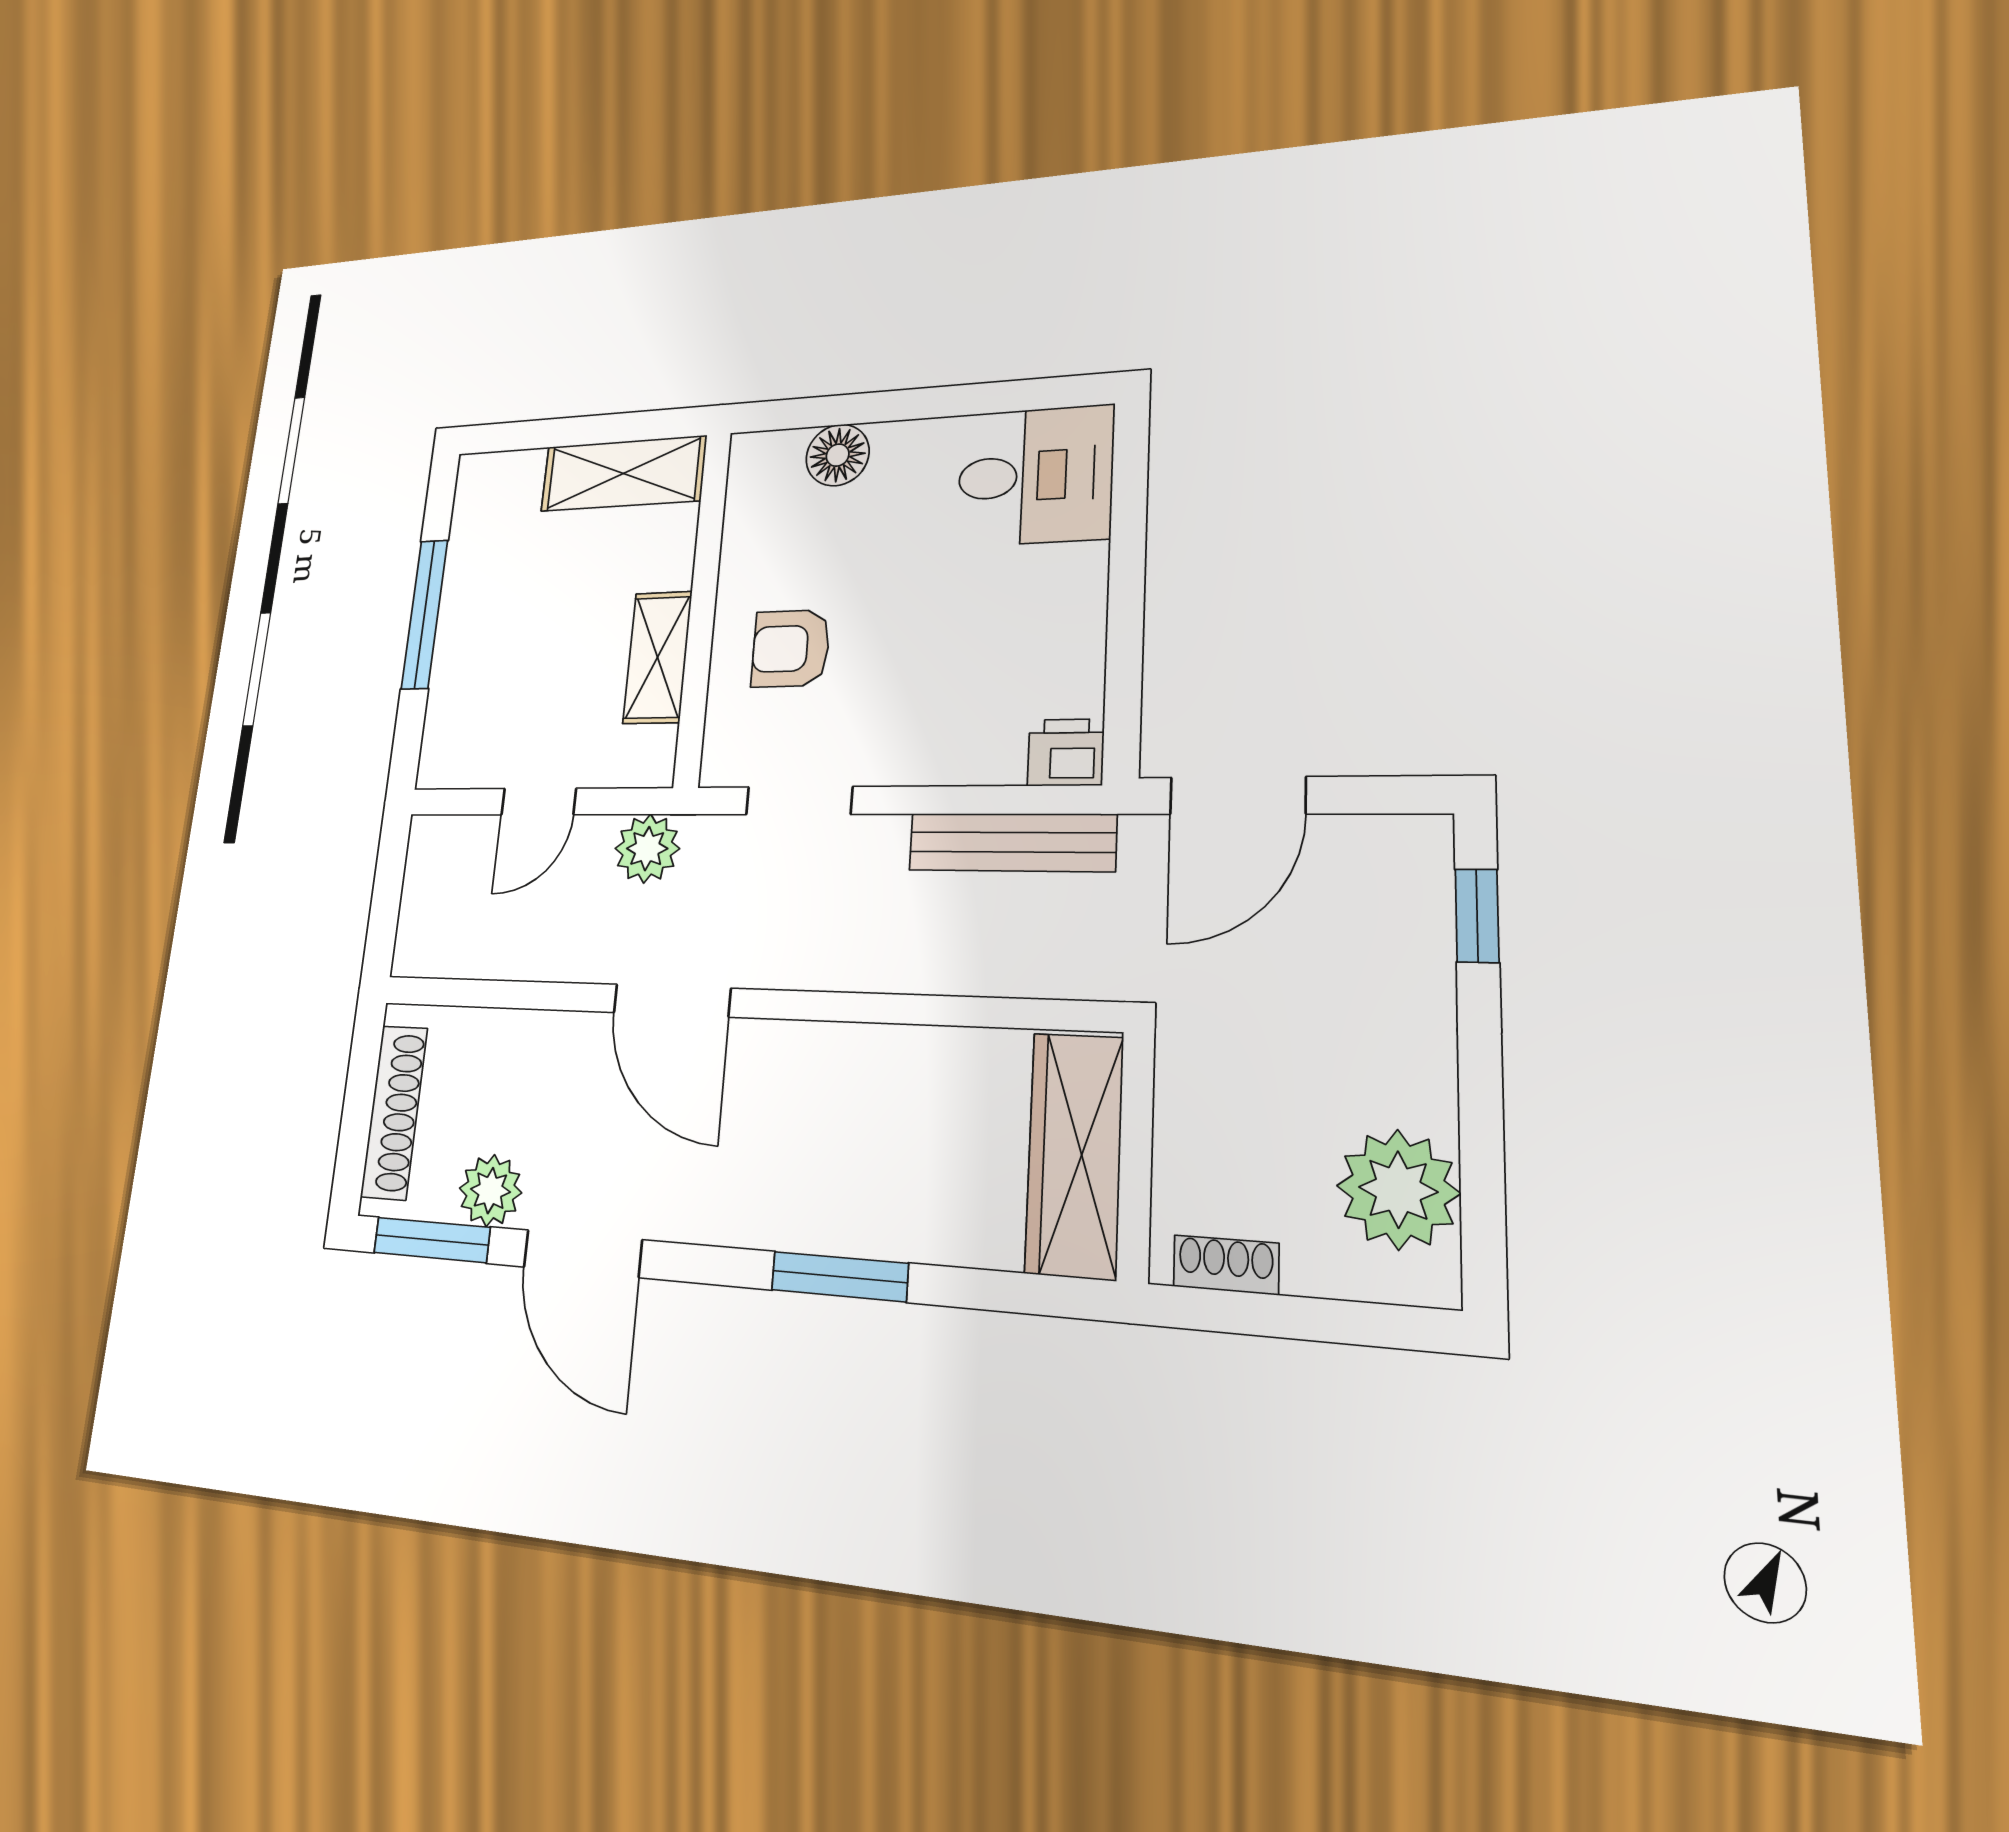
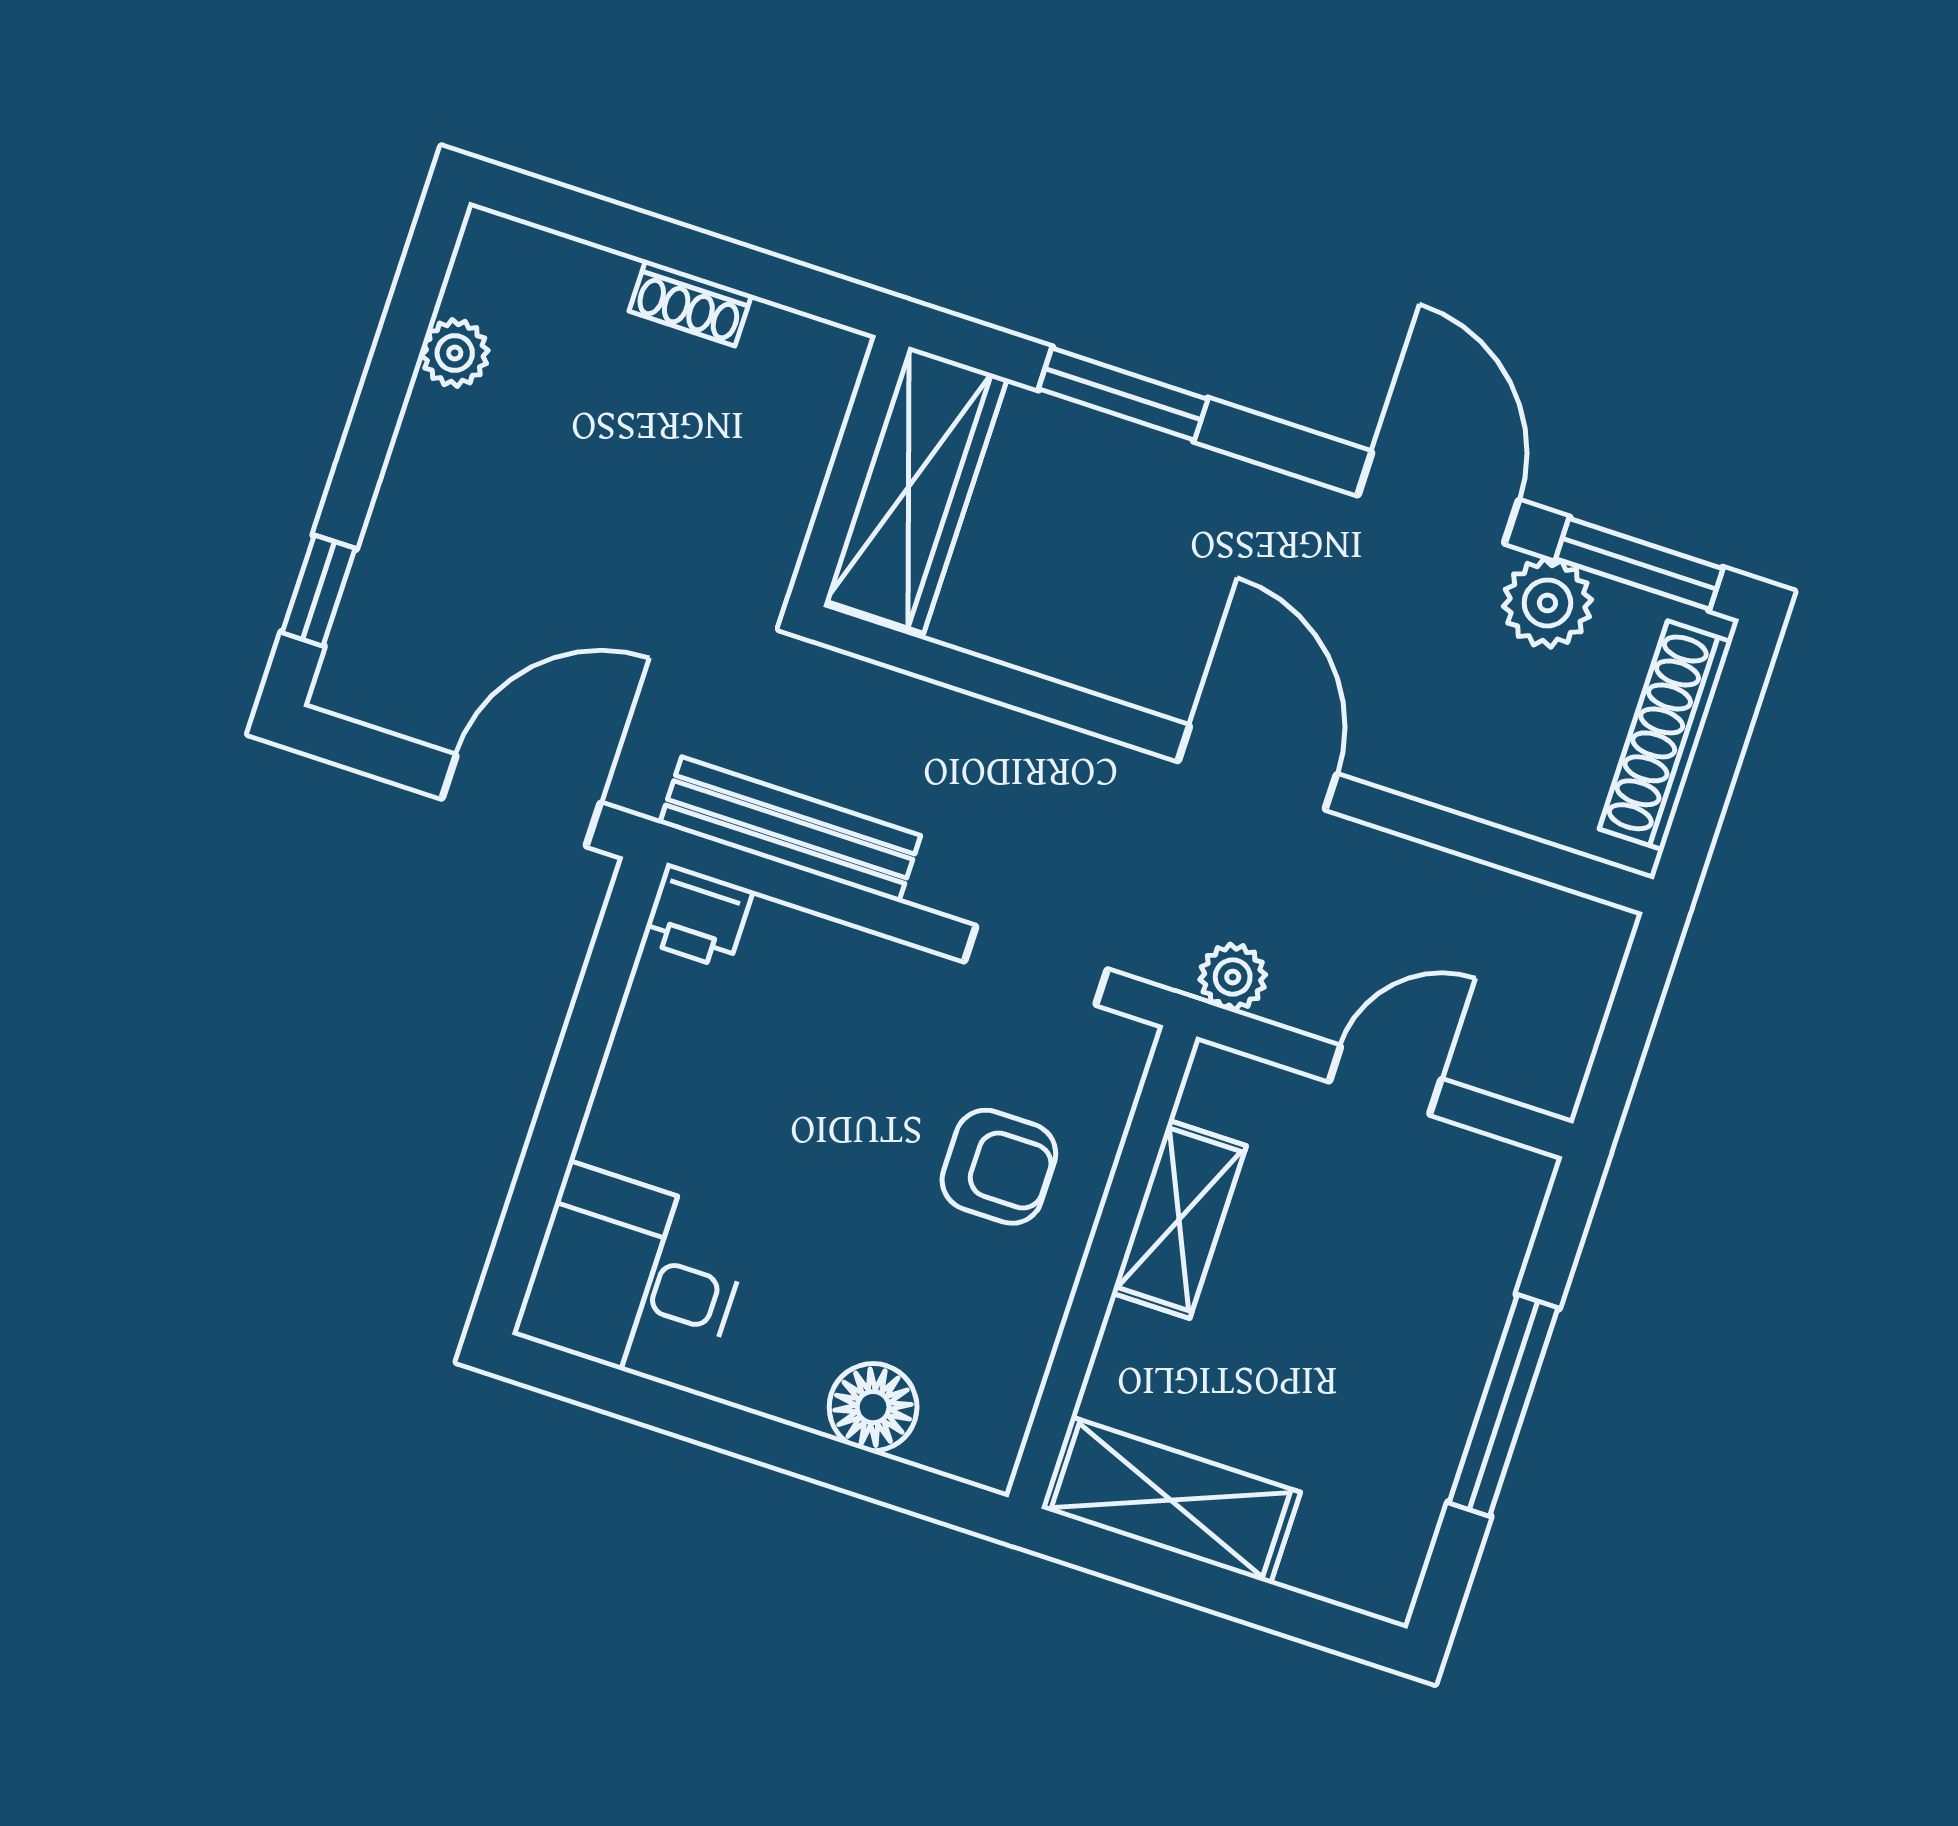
plant: (647, 849) -> (1233, 977), width x0.73, depth x0.73
wardrobe: (1074, 1155) -> (916, 490), moved
wall: (1136, 1156) -> (850, 471), moved
plant: (1398, 1190) -> (455, 353), width x0.53, depth x0.53

